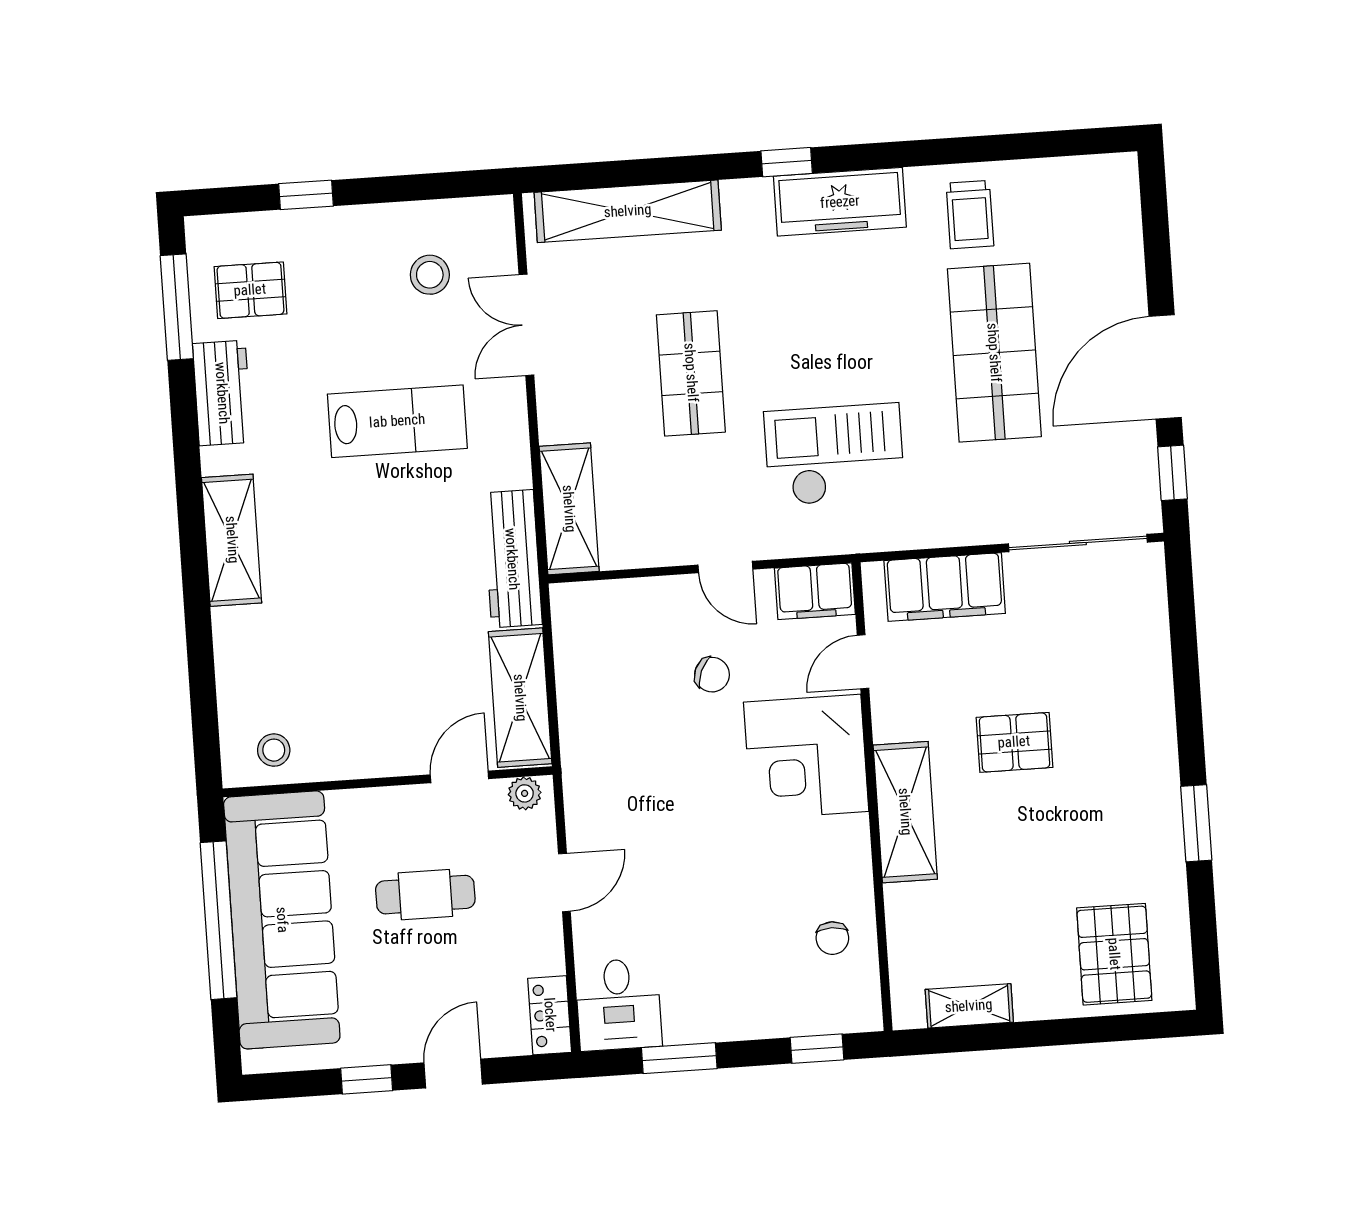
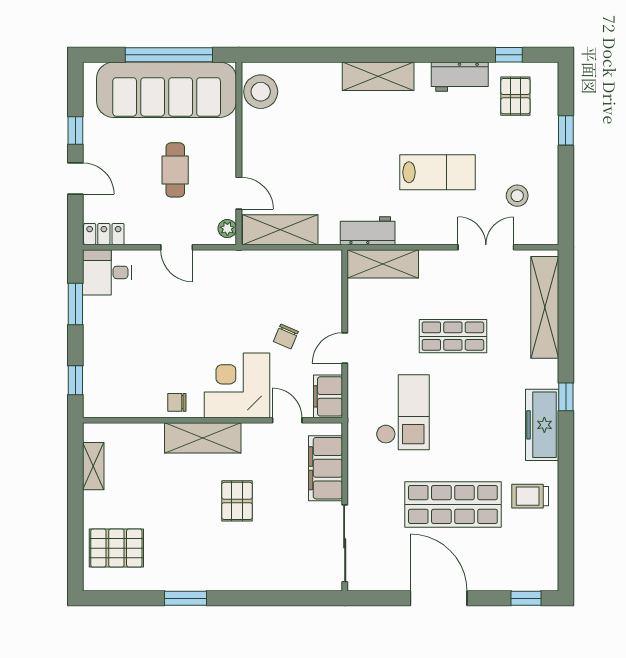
window: (177, 307) -> (509, 55), width x0.46
lab bench: (397, 421) -> (438, 172), turned -90
window: (1172, 473) -> (526, 598), moved
workbench: (512, 559) -> (368, 231), width x0.73
stool: (274, 750) -> (261, 92), width x1.89, depth x1.89
chair: (832, 938) -> (177, 402), moved

